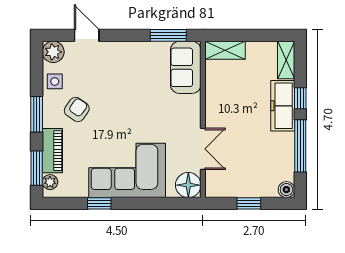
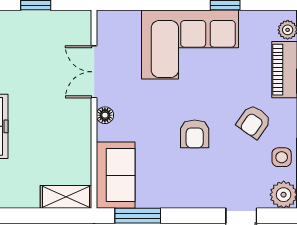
armchair: (123, 100) -> (195, 134), added
floor lamp: (188, 185) -> (105, 115), moved, width x0.53, depth x0.53

